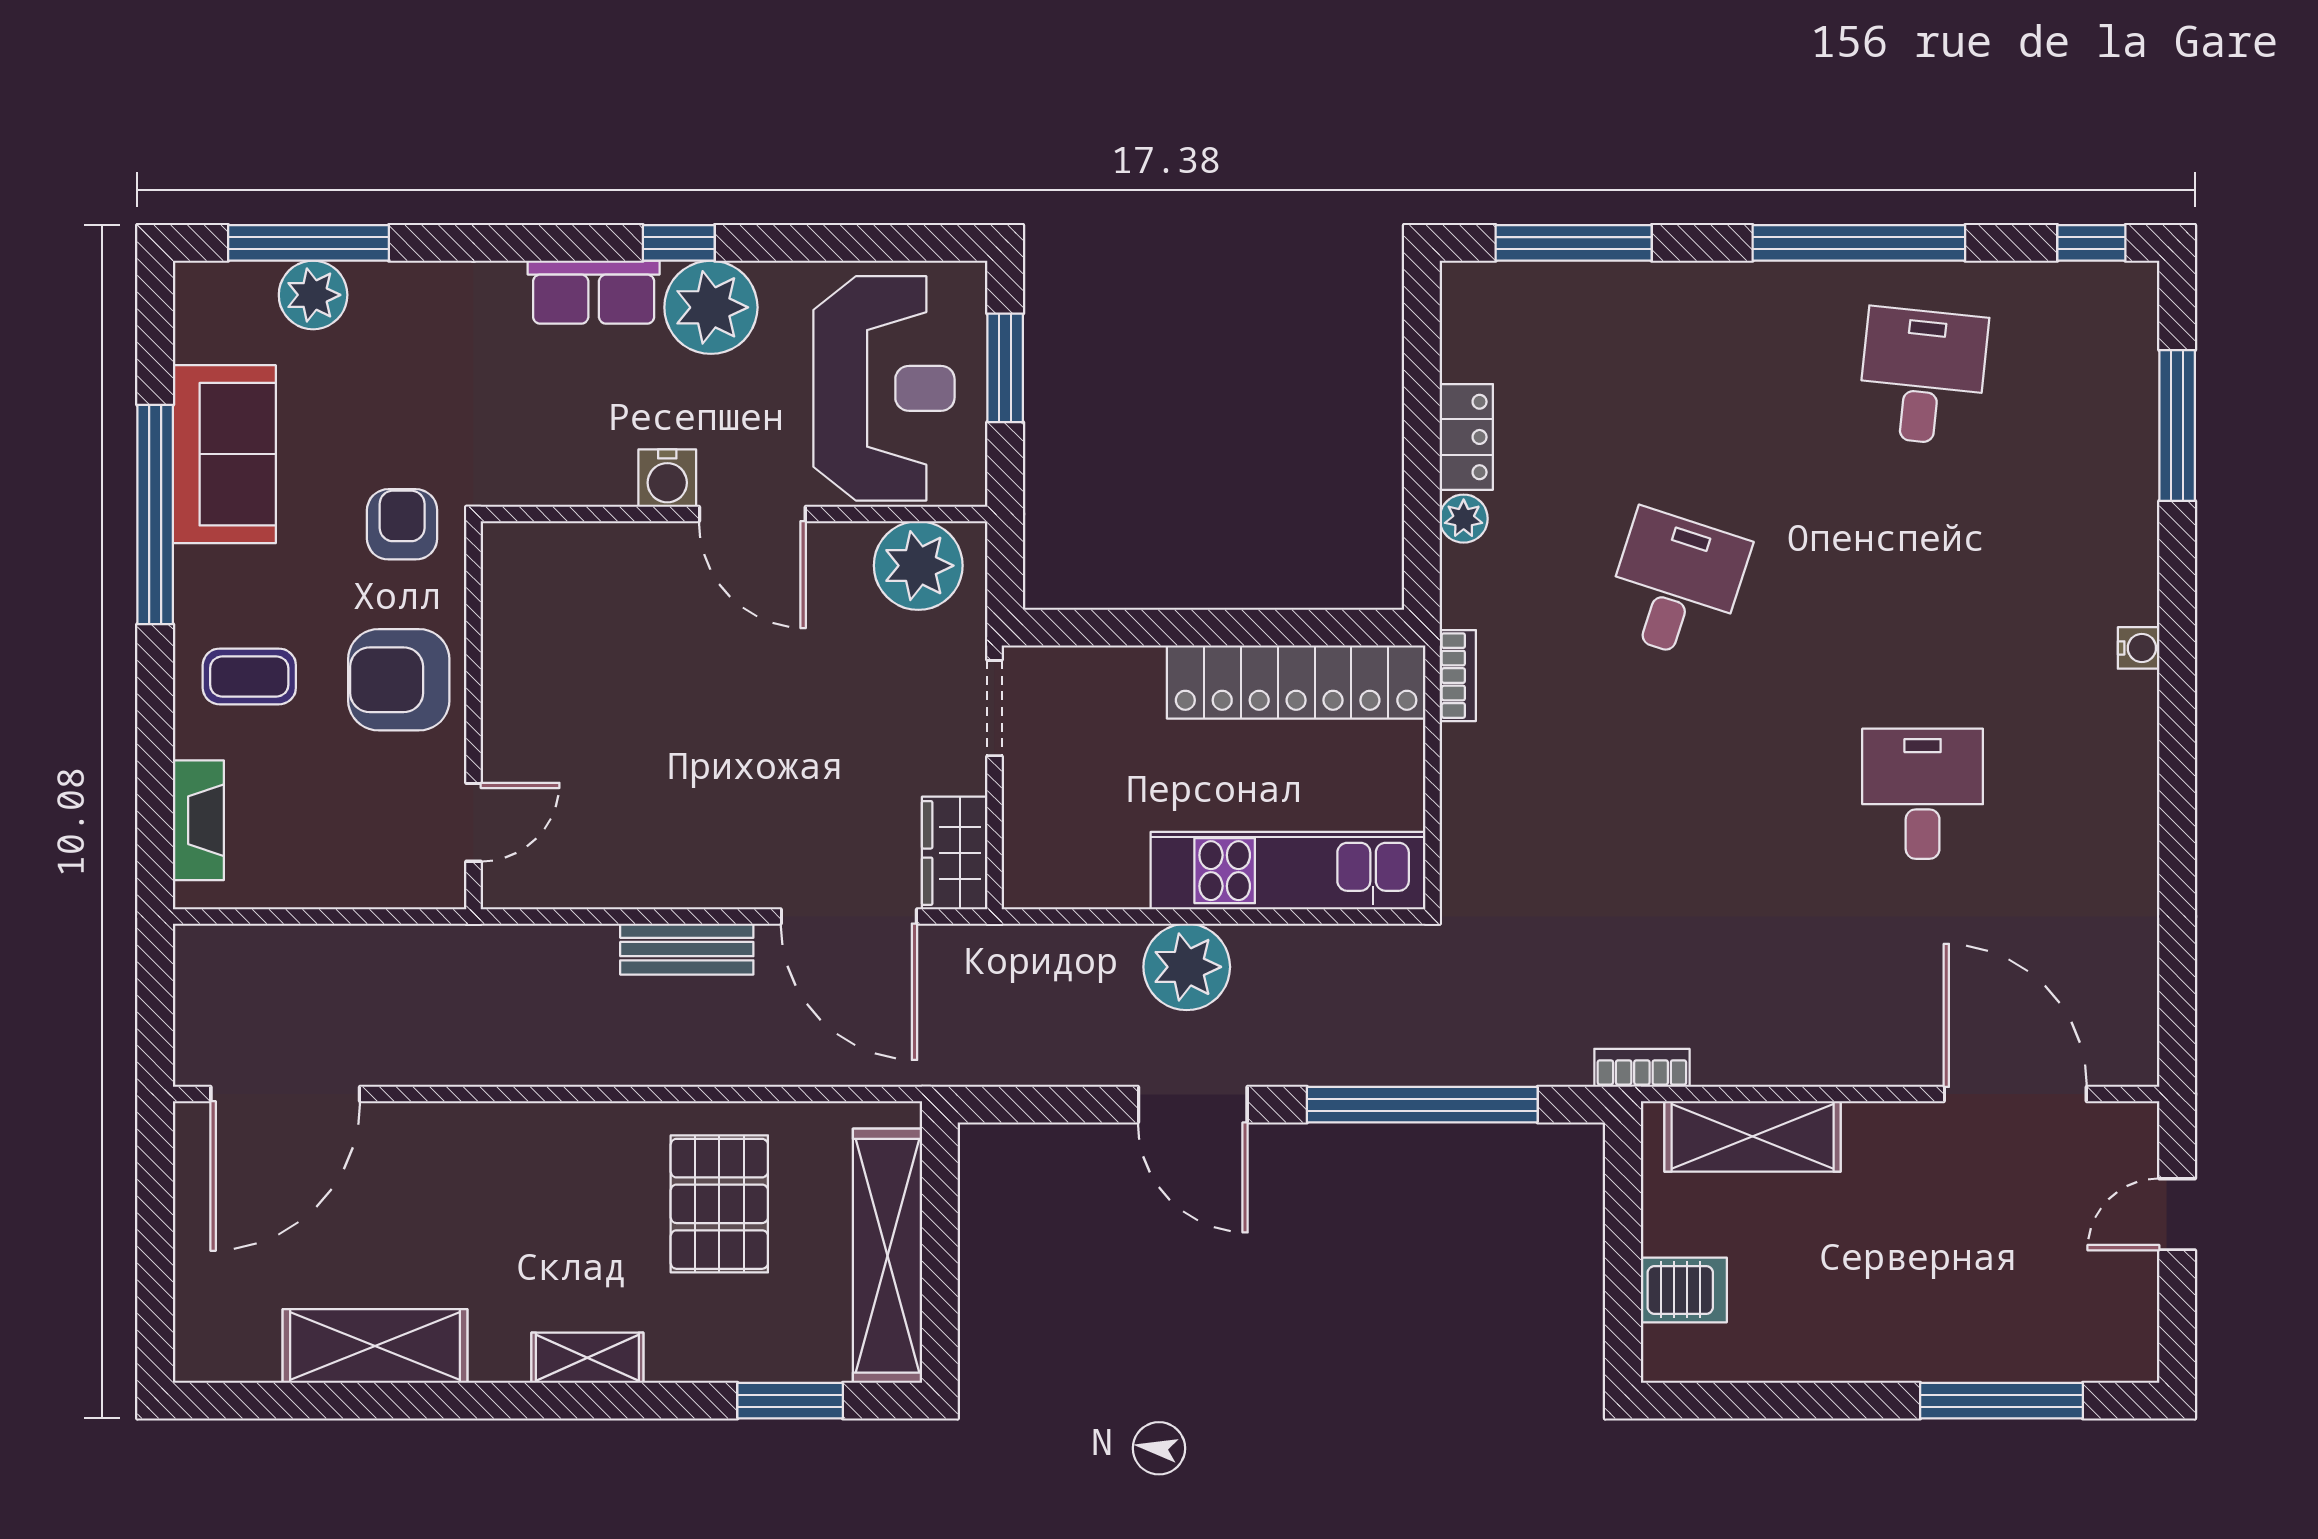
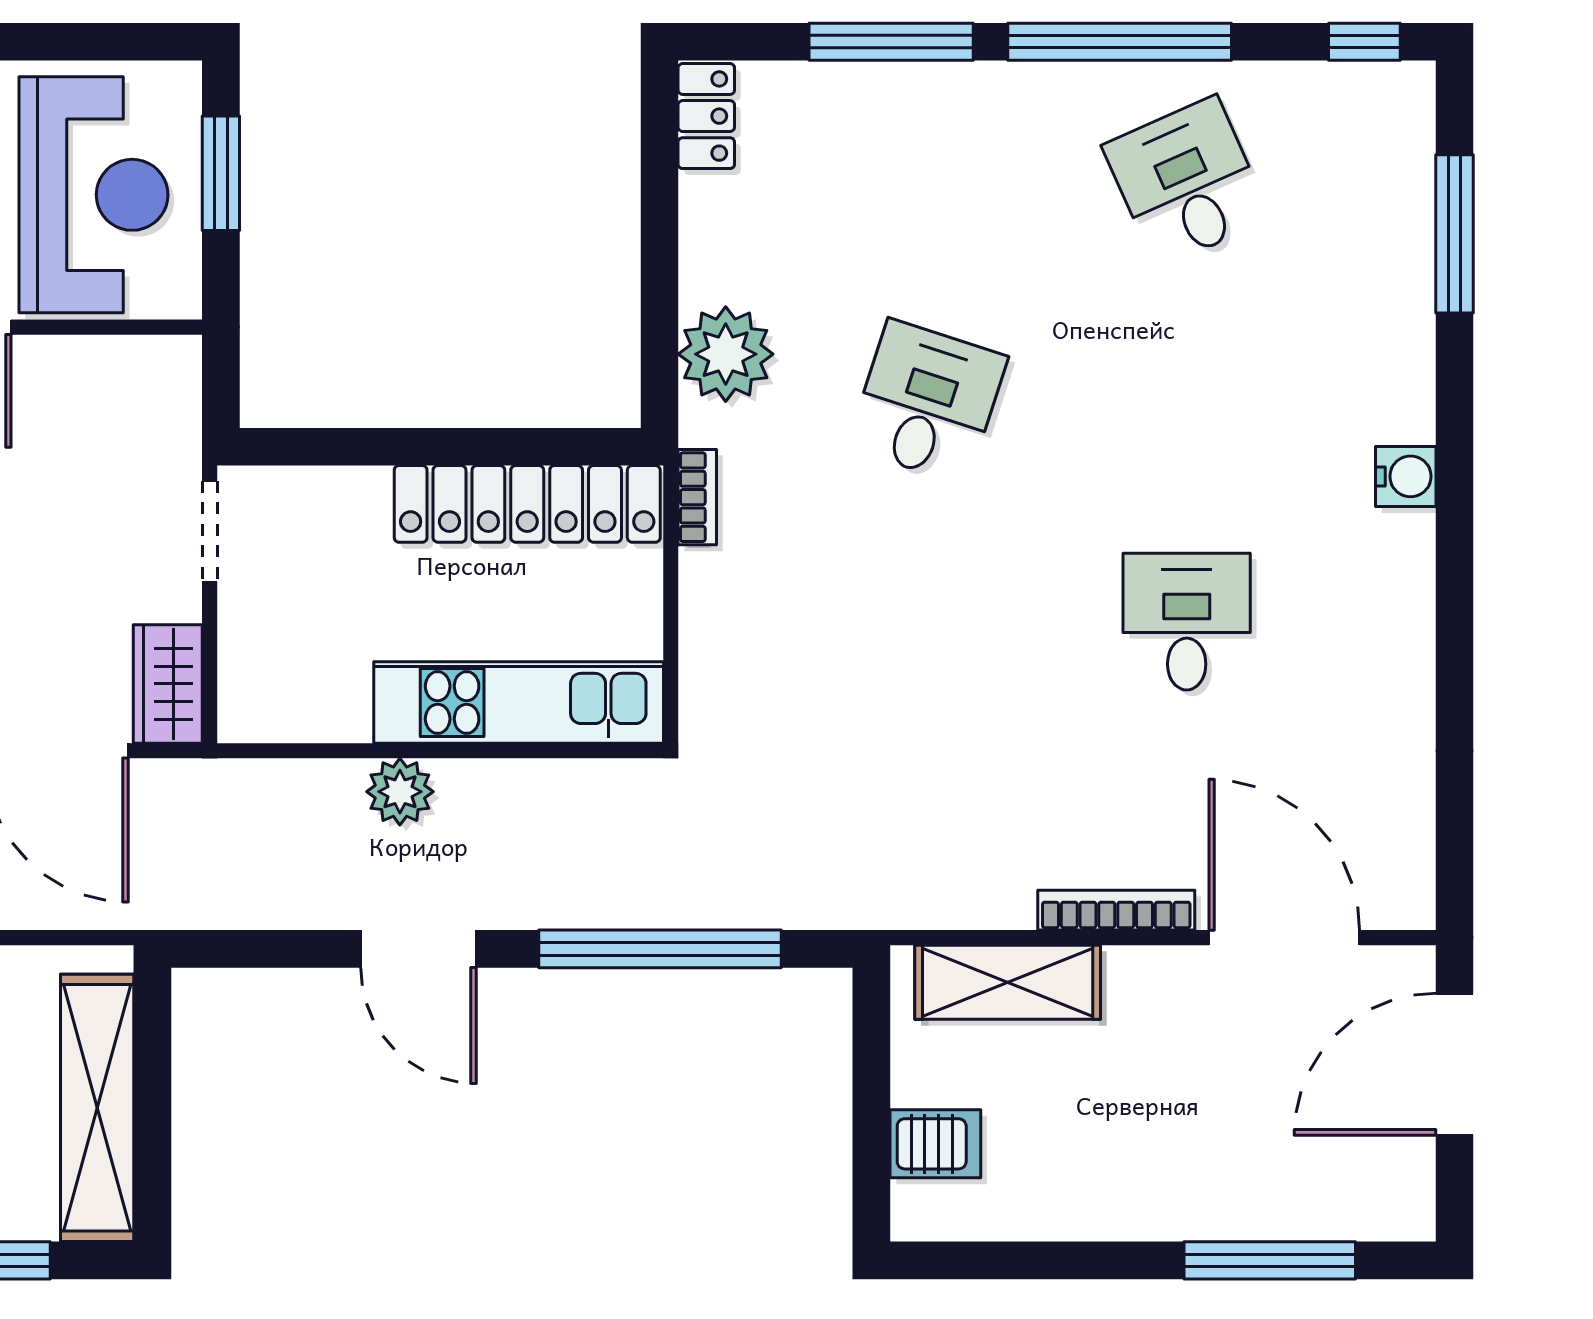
window: (1574, 243) -> (891, 42), moved
desk: (1923, 376) -> (1187, 182), turned -30
locker: (1466, 437) -> (706, 116), moved
plant: (1464, 519) -> (726, 354), width x1.88, depth x1.88
plant: (918, 566) -> (129, 381), removed
water cooler: (2139, 648) -> (1406, 476), width x1.38, depth x1.38
plant: (1187, 967) -> (400, 792), width x0.73, depth x0.73
bookcase: (1642, 1068) -> (1116, 910), moved, width x1.56
door: (2177, 1214) -> (1455, 1064), width x1.88

